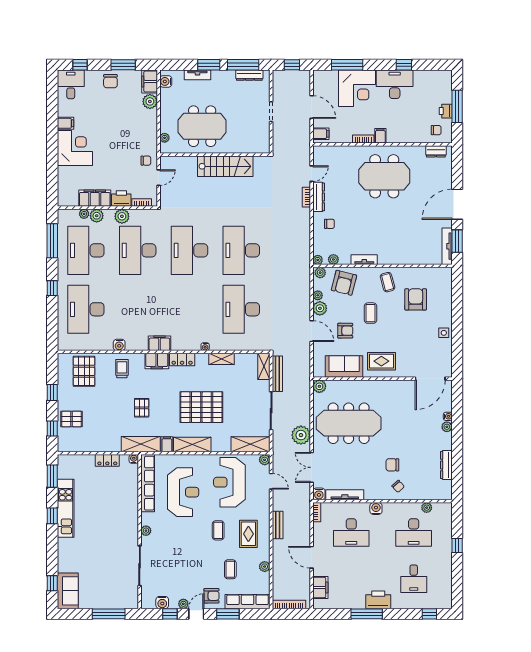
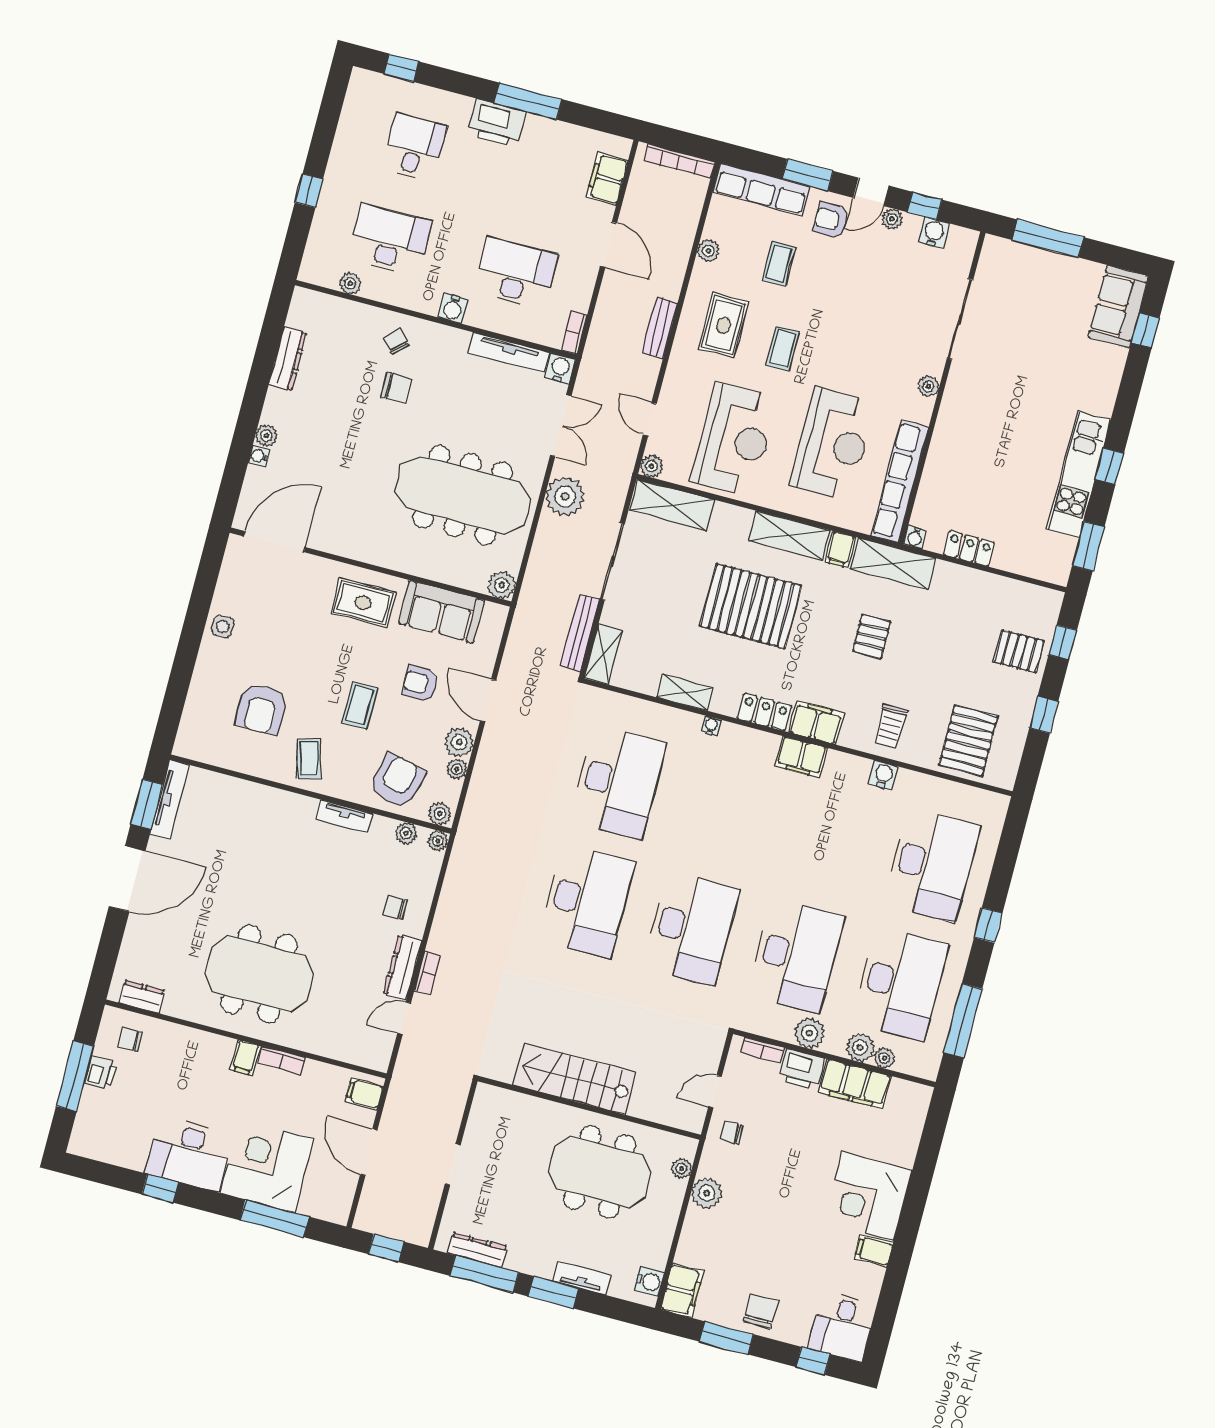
plant: (150, 101) -> (707, 1193), moved
reception desk: (183, 492) -> (833, 444), turned 180

